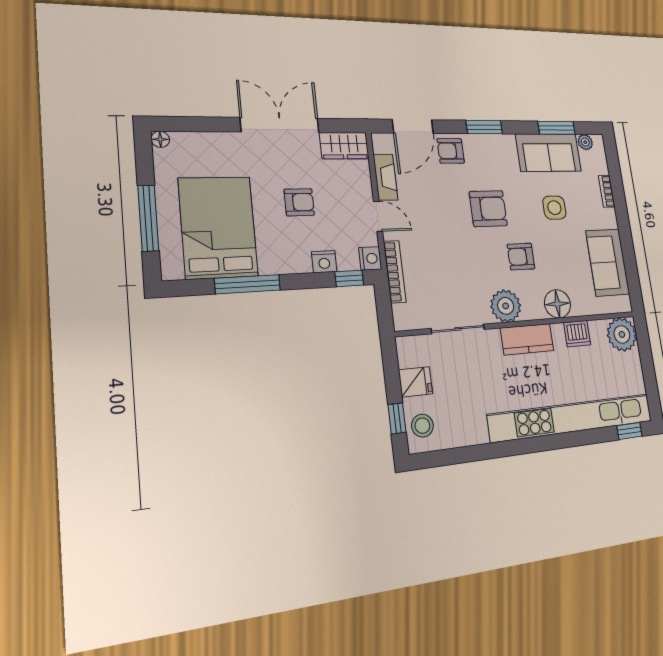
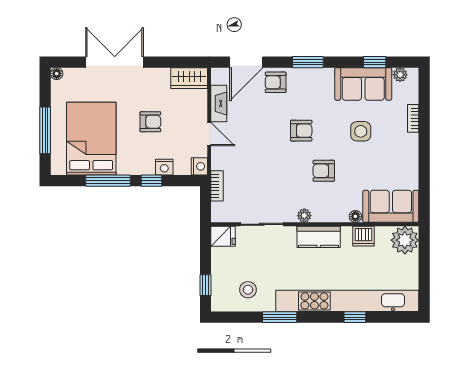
double door: (280, 125) -> (115, 62), moved
window: (557, 128) -> (375, 62), width x0.67
armchair: (488, 209) -> (301, 131), width x0.72, depth x0.72
sofa: (608, 262) -> (391, 206), moved, turned 90
bookcase: (395, 272) -> (217, 186), width x0.64
window: (349, 278) -> (151, 181), moved
floor lamp: (557, 304) -> (355, 216), width x0.53, depth x0.53
plant: (506, 306) -> (304, 216), width x0.53, depth x0.53
fridge: (416, 382) -> (223, 236), moved
stool: (422, 426) -> (248, 290), moved
window: (629, 431) -> (355, 317), moved
window: (496, 450) -> (280, 317), added

